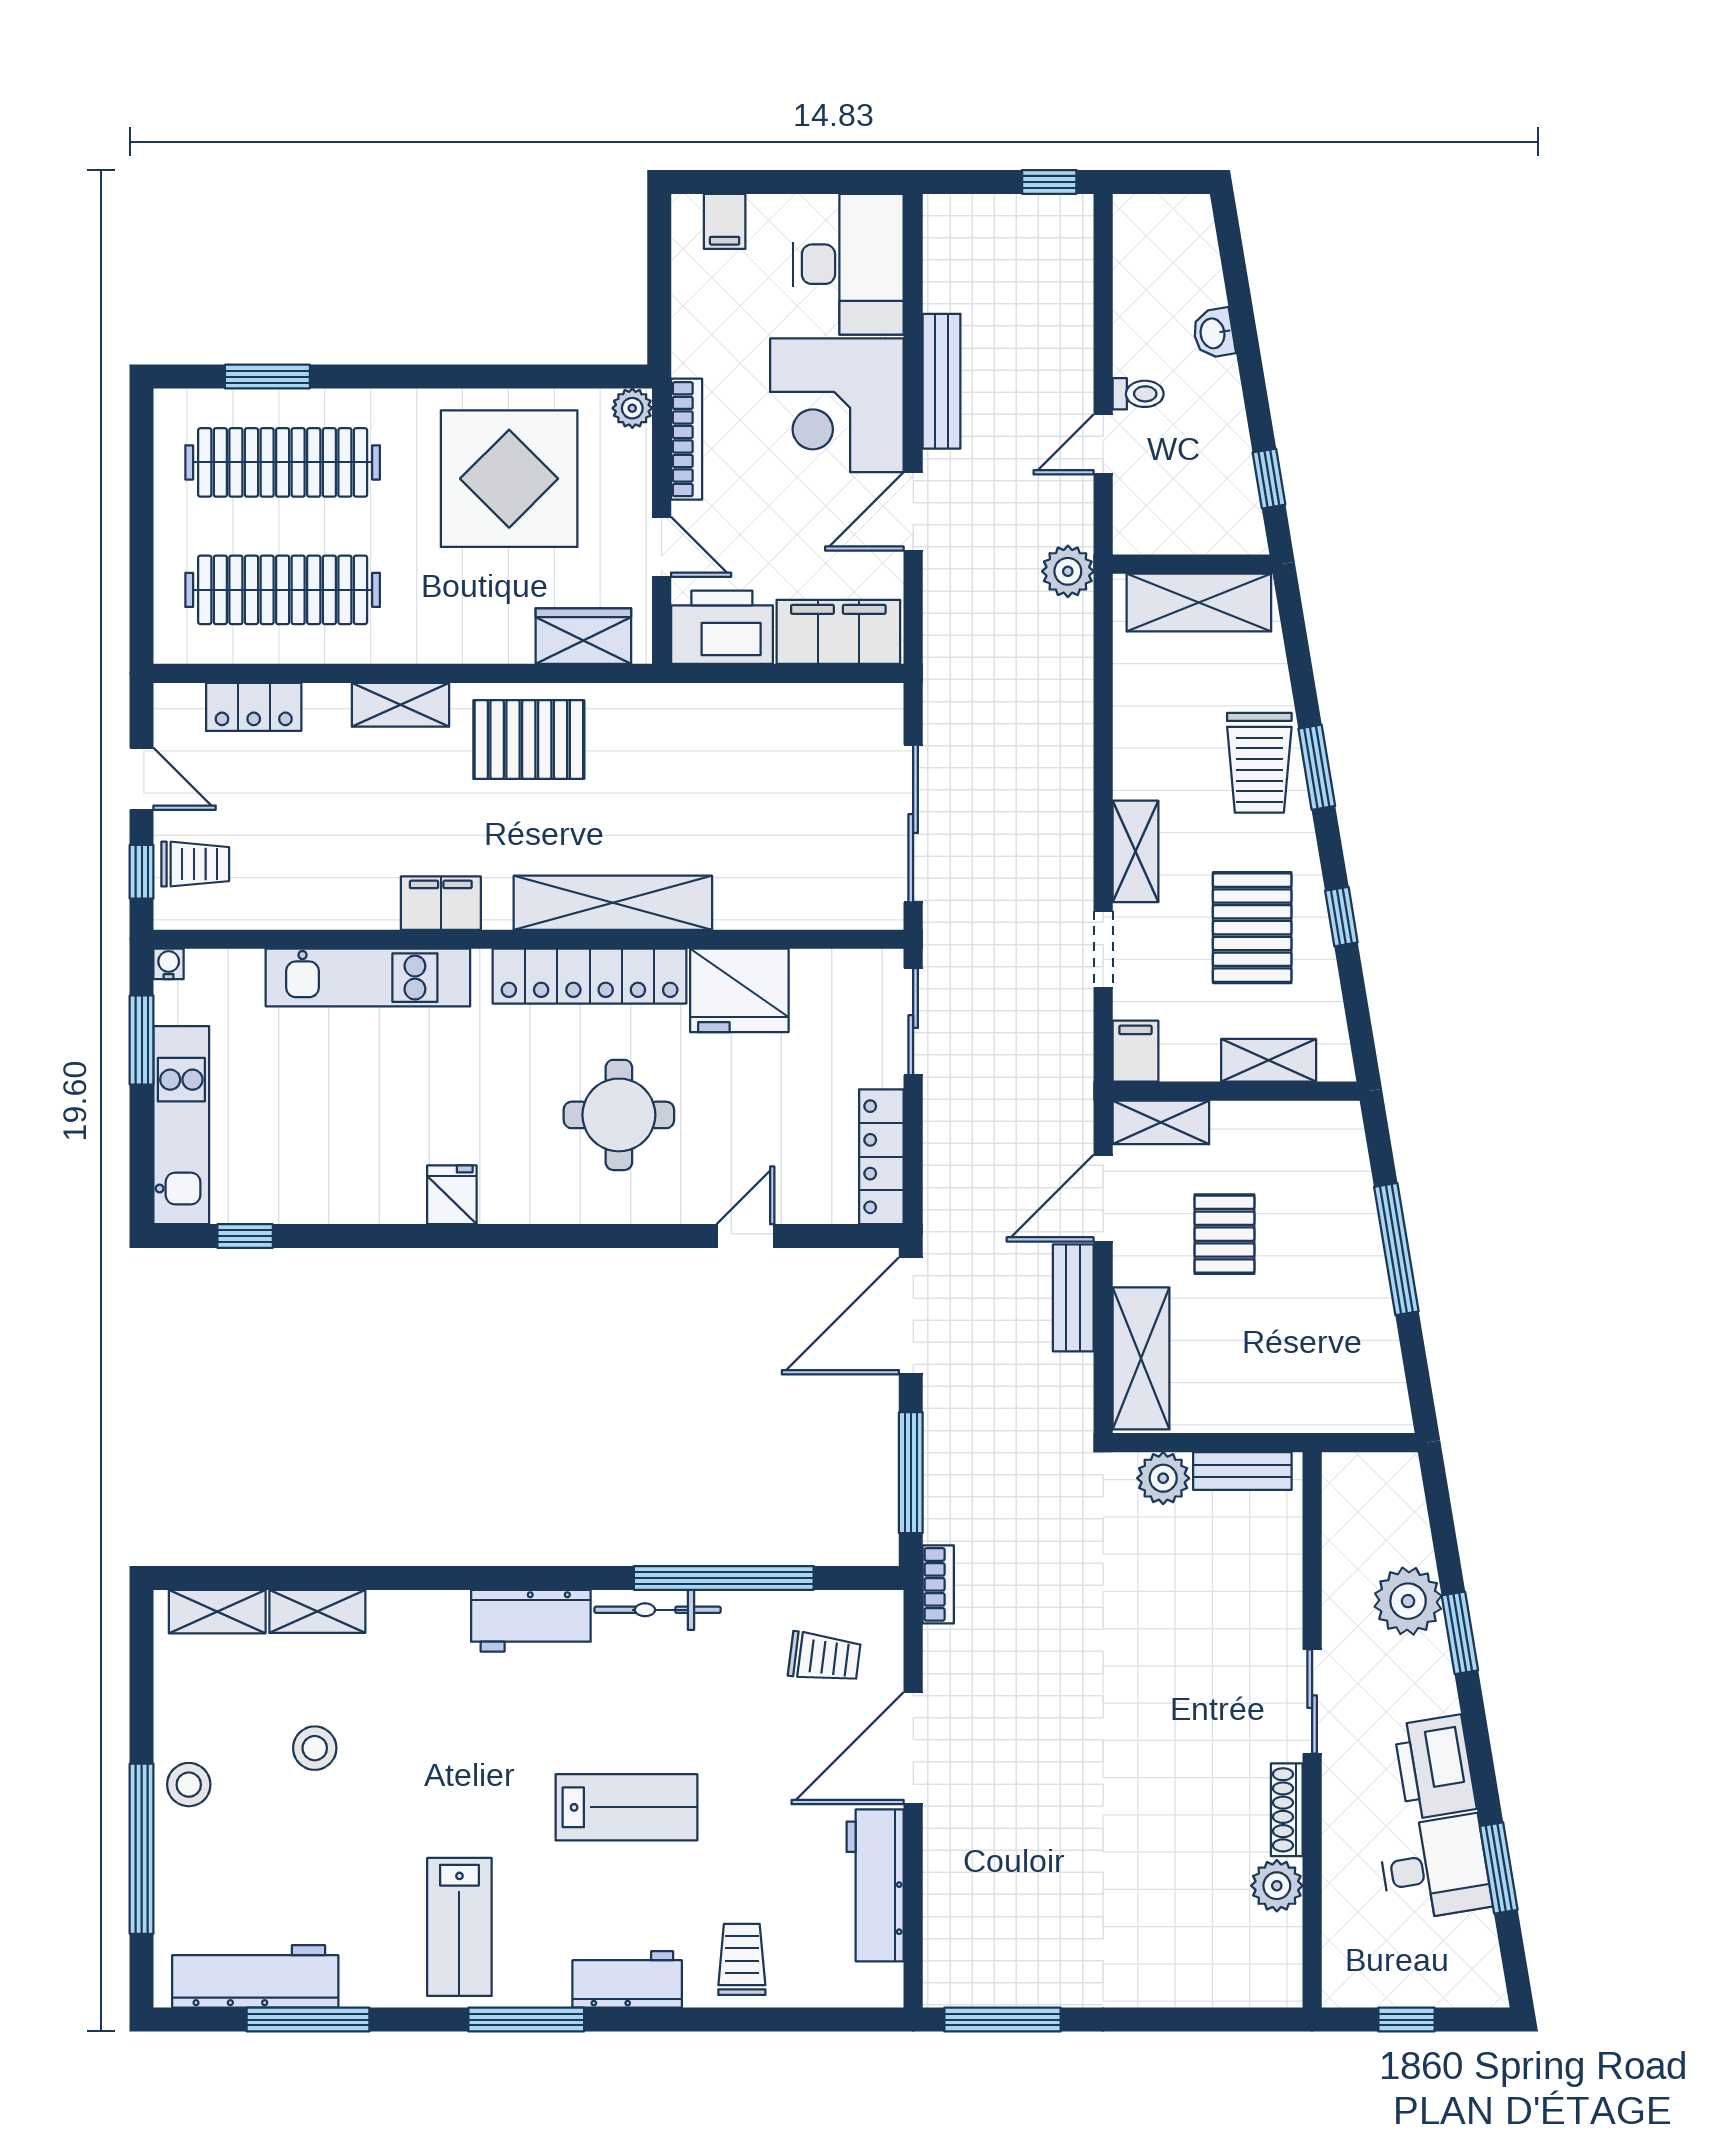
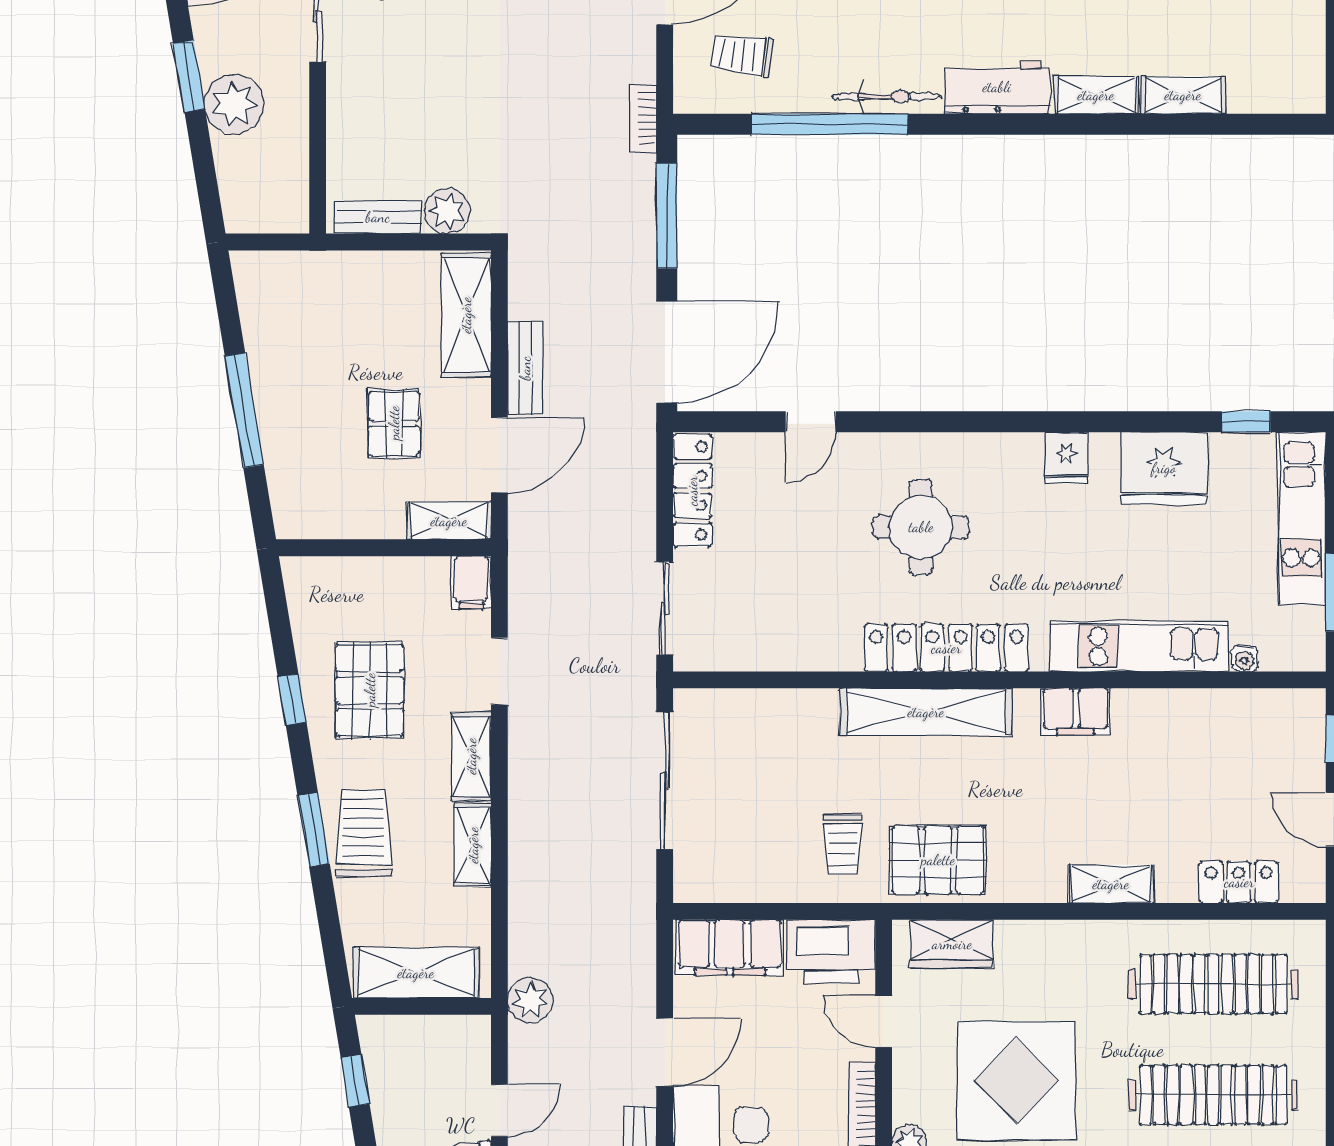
pallet: (529, 740) -> (938, 860), moved
trolley: (195, 864) -> (843, 845), moved, turned -90
water cooler: (169, 964) -> (1245, 659), moved
fridge: (739, 990) -> (1164, 468), moved, turned 180
shelving: (1269, 1060) -> (473, 845), moved, turned 90
shelving: (217, 1612) -> (1096, 95), moved

